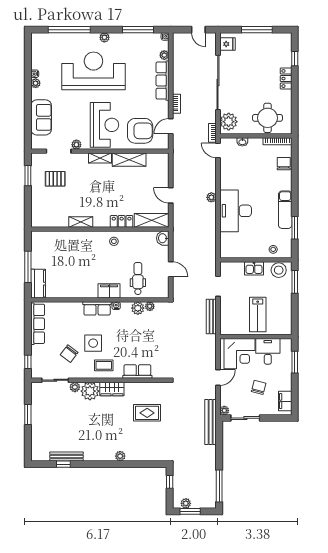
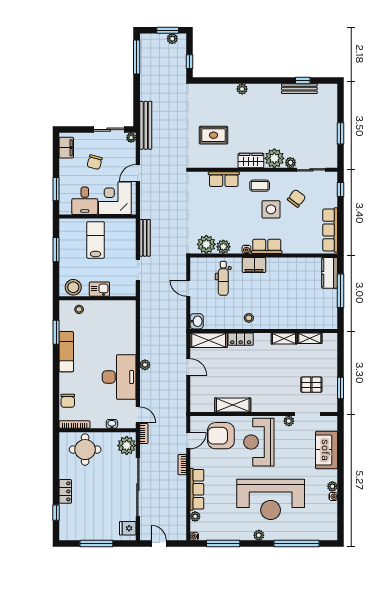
shelving: (100, 158) -> (310, 338), moved
desk: (236, 211) -> (119, 377), moved
window: (295, 282) -> (56, 250), moved
plant: (150, 306) -> (206, 244), width x1.87, depth x1.87

